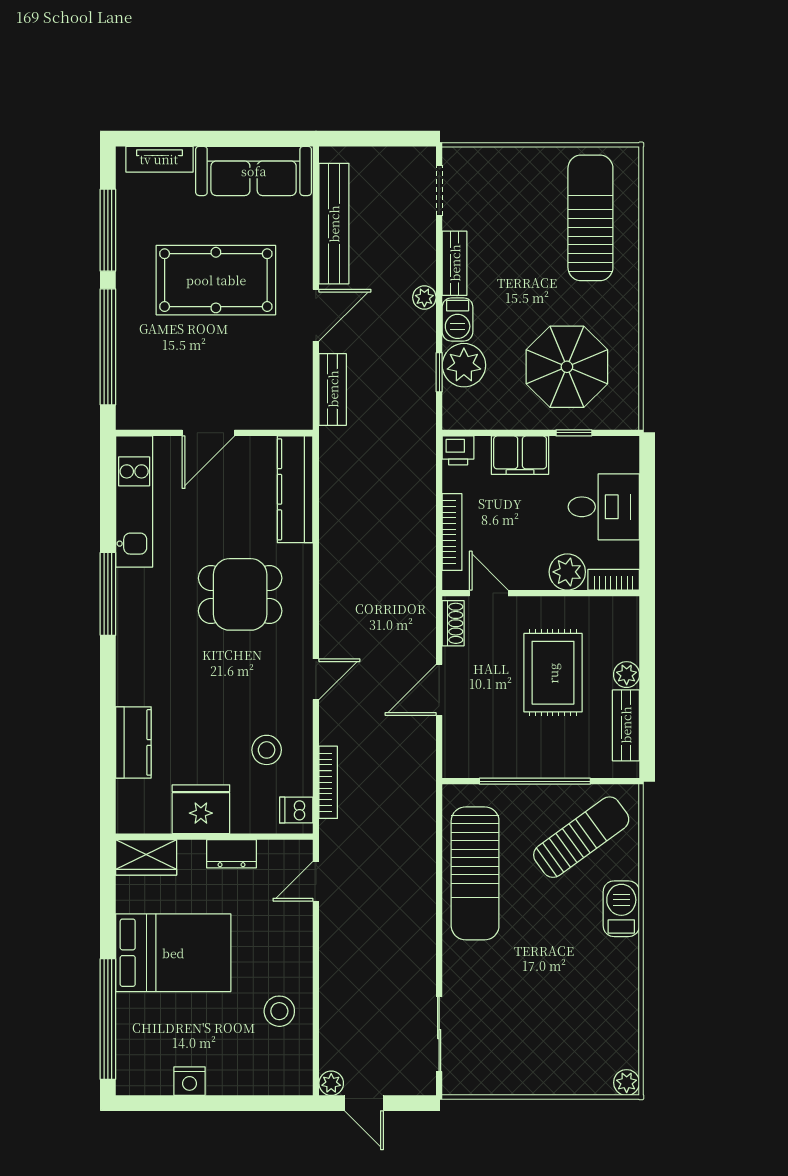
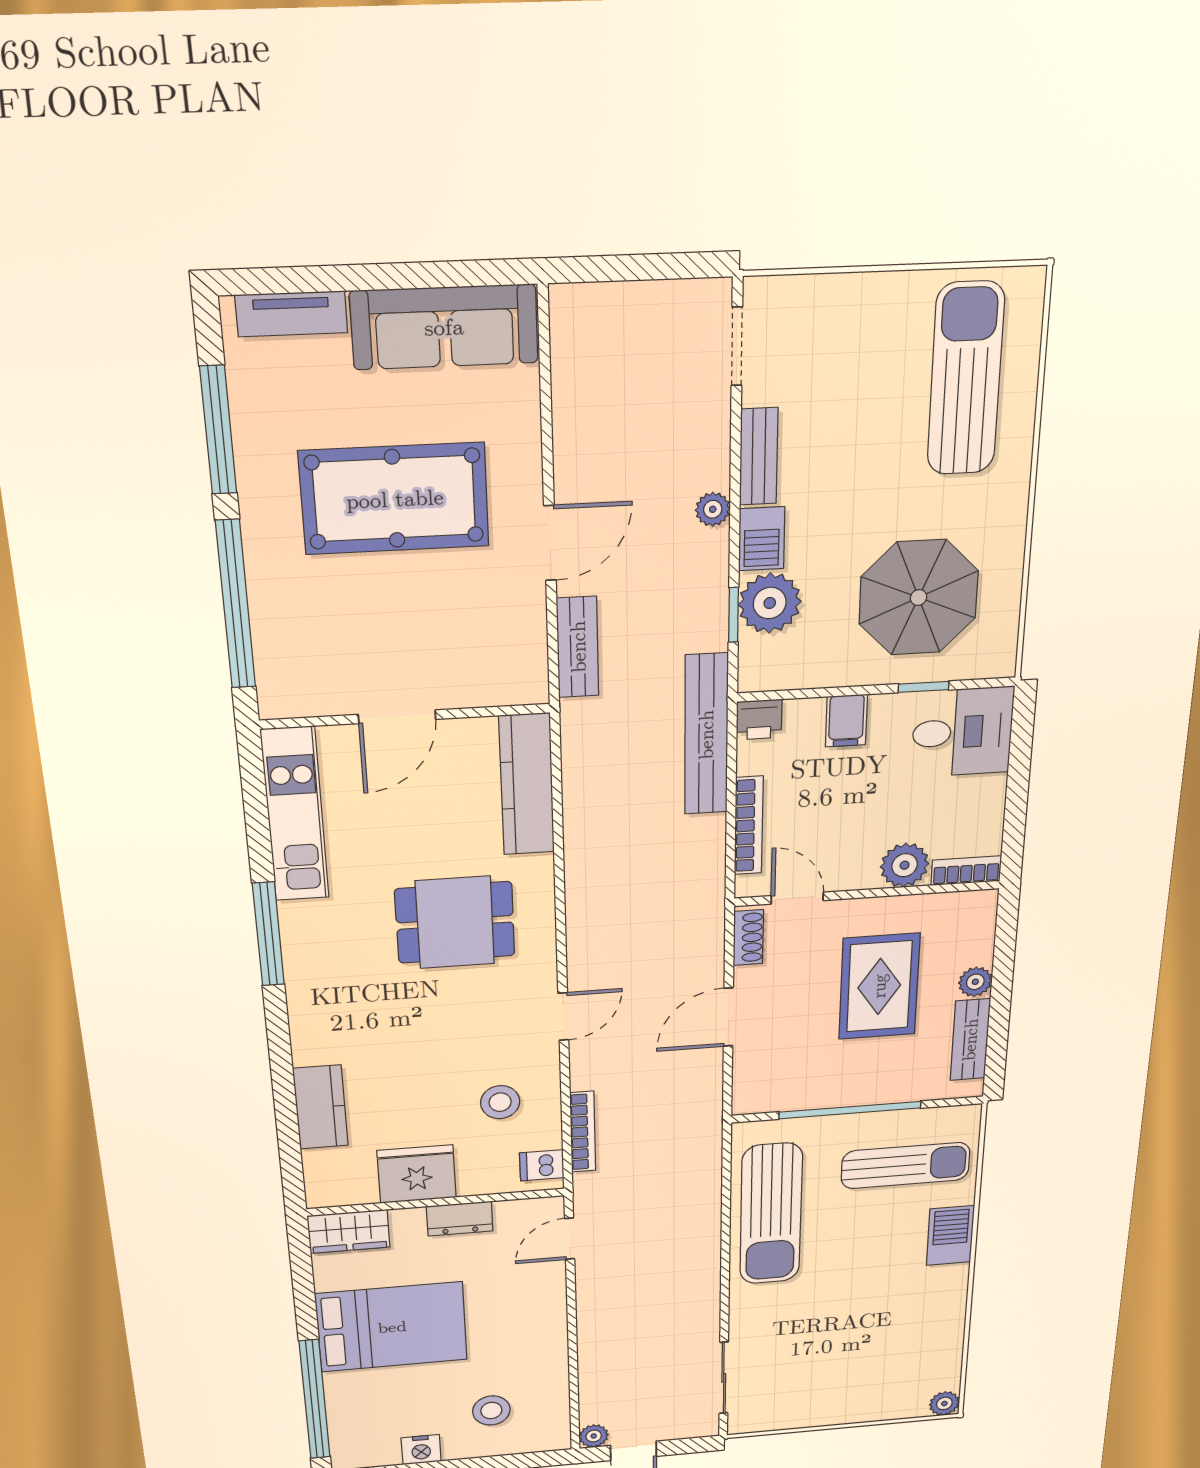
bench: (334, 224) -> (706, 735), moved
filing cabinet: (520, 455) -> (846, 721), width x0.50
desk: (604, 507) -> (962, 732), moved
sun lounger: (581, 837) -> (906, 1166), turned 36
stool: (279, 1011) -> (491, 1410), moved

